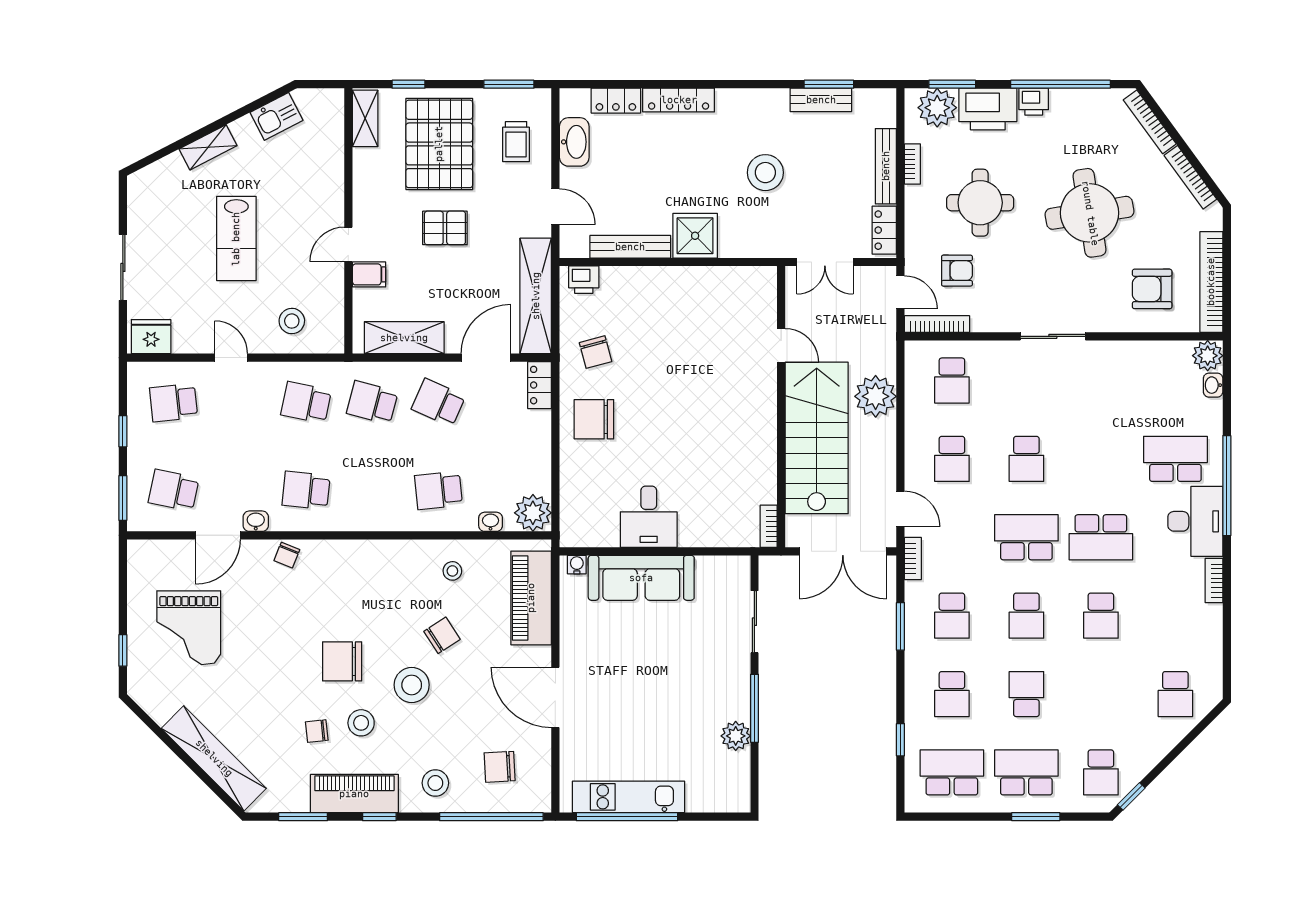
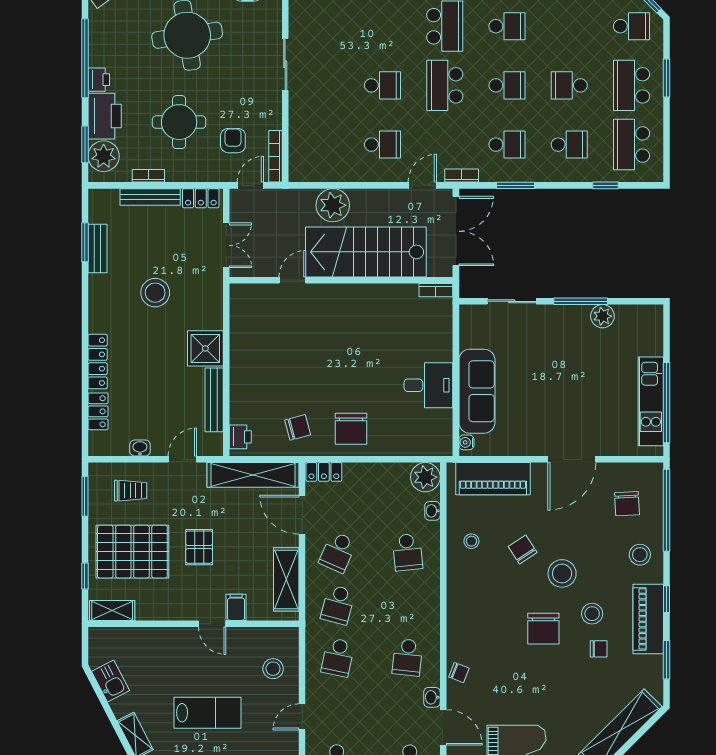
washbasin: (574, 142) -> (140, 448), width x0.52, depth x0.69
school desk: (952, 381) -> (320, 145), removed
chair: (317, 731) -> (599, 649), turned -84

